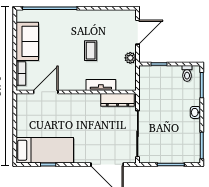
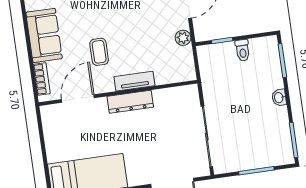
coffee table: (91, 51) -> (99, 52), moved
toilet: (187, 73) -> (243, 50), moved
tv unit: (101, 85) -> (134, 81), moved
dresser: (118, 100) -> (130, 102), moved

